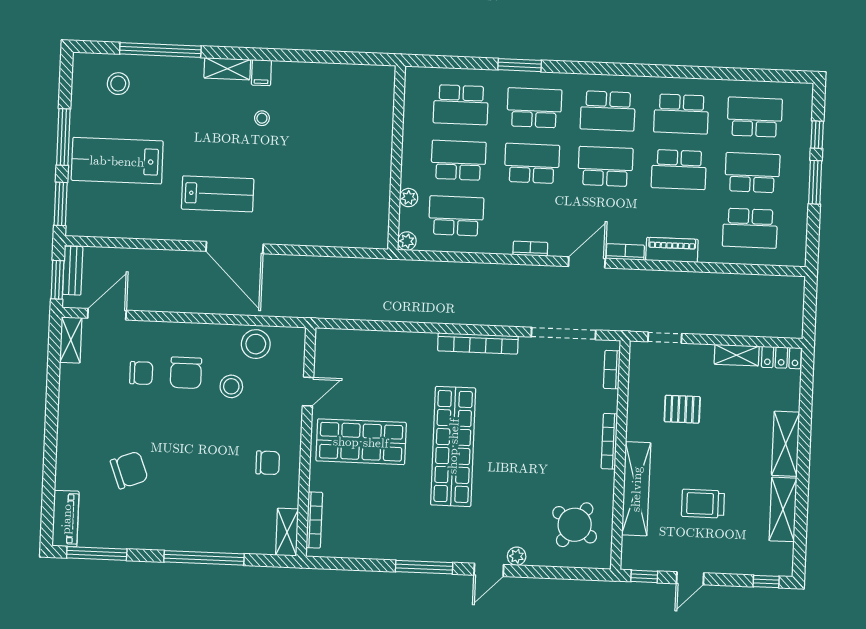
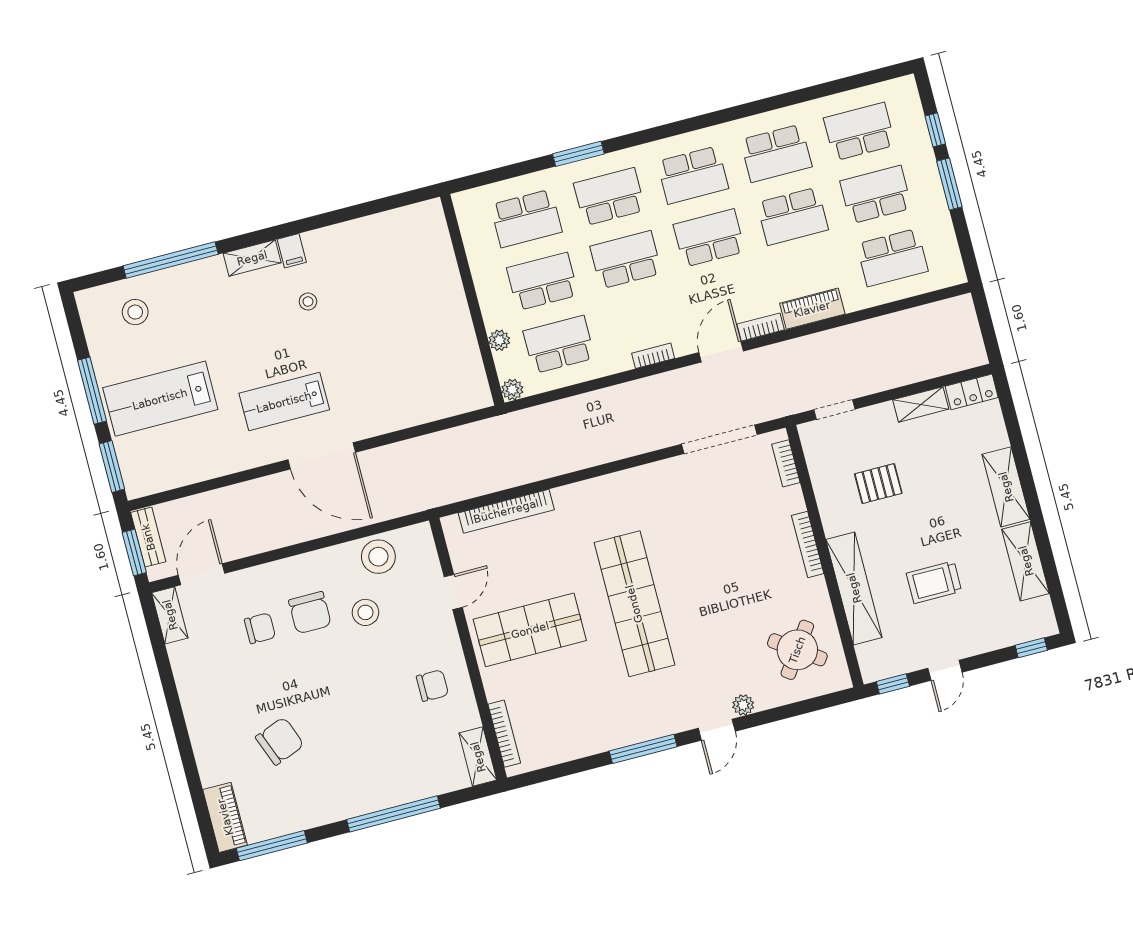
lab bench: (218, 194) -> (284, 402), turned 180
bookcase: (478, 343) -> (506, 511), moved

